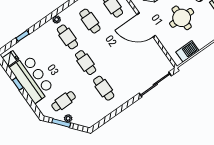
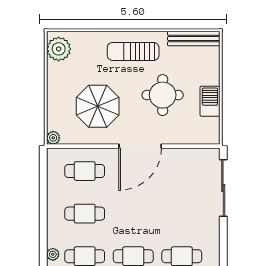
barbecue: (187, 51) -> (210, 101), moved

